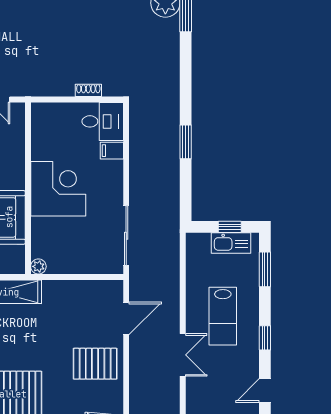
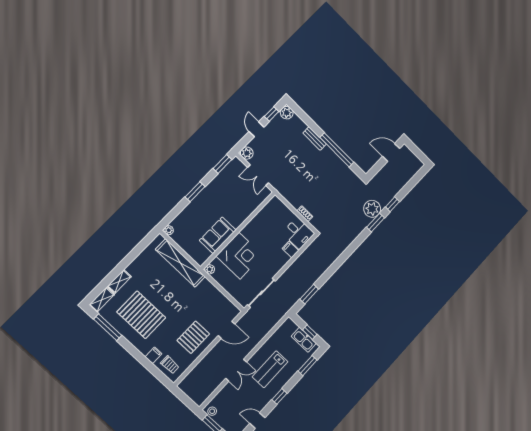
window: (186, 142) -> (309, 294), moved
corner desk: (58, 189) -> (239, 256), moved
pallet: (95, 364) -> (193, 337), turned 90

